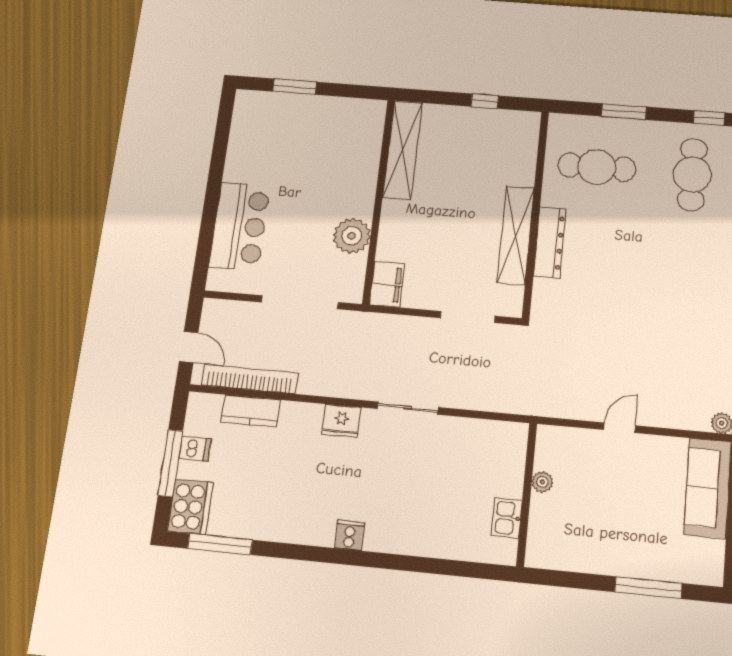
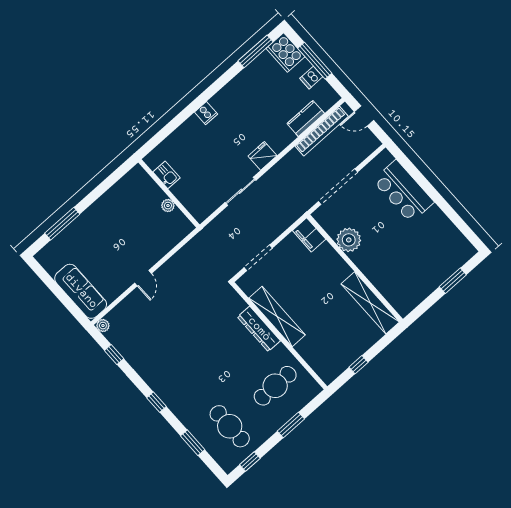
plant: (542, 482) -> (168, 206), moved
wall: (527, 494) -> (169, 193), moved
kitchen sink: (507, 518) -> (167, 175), moved

